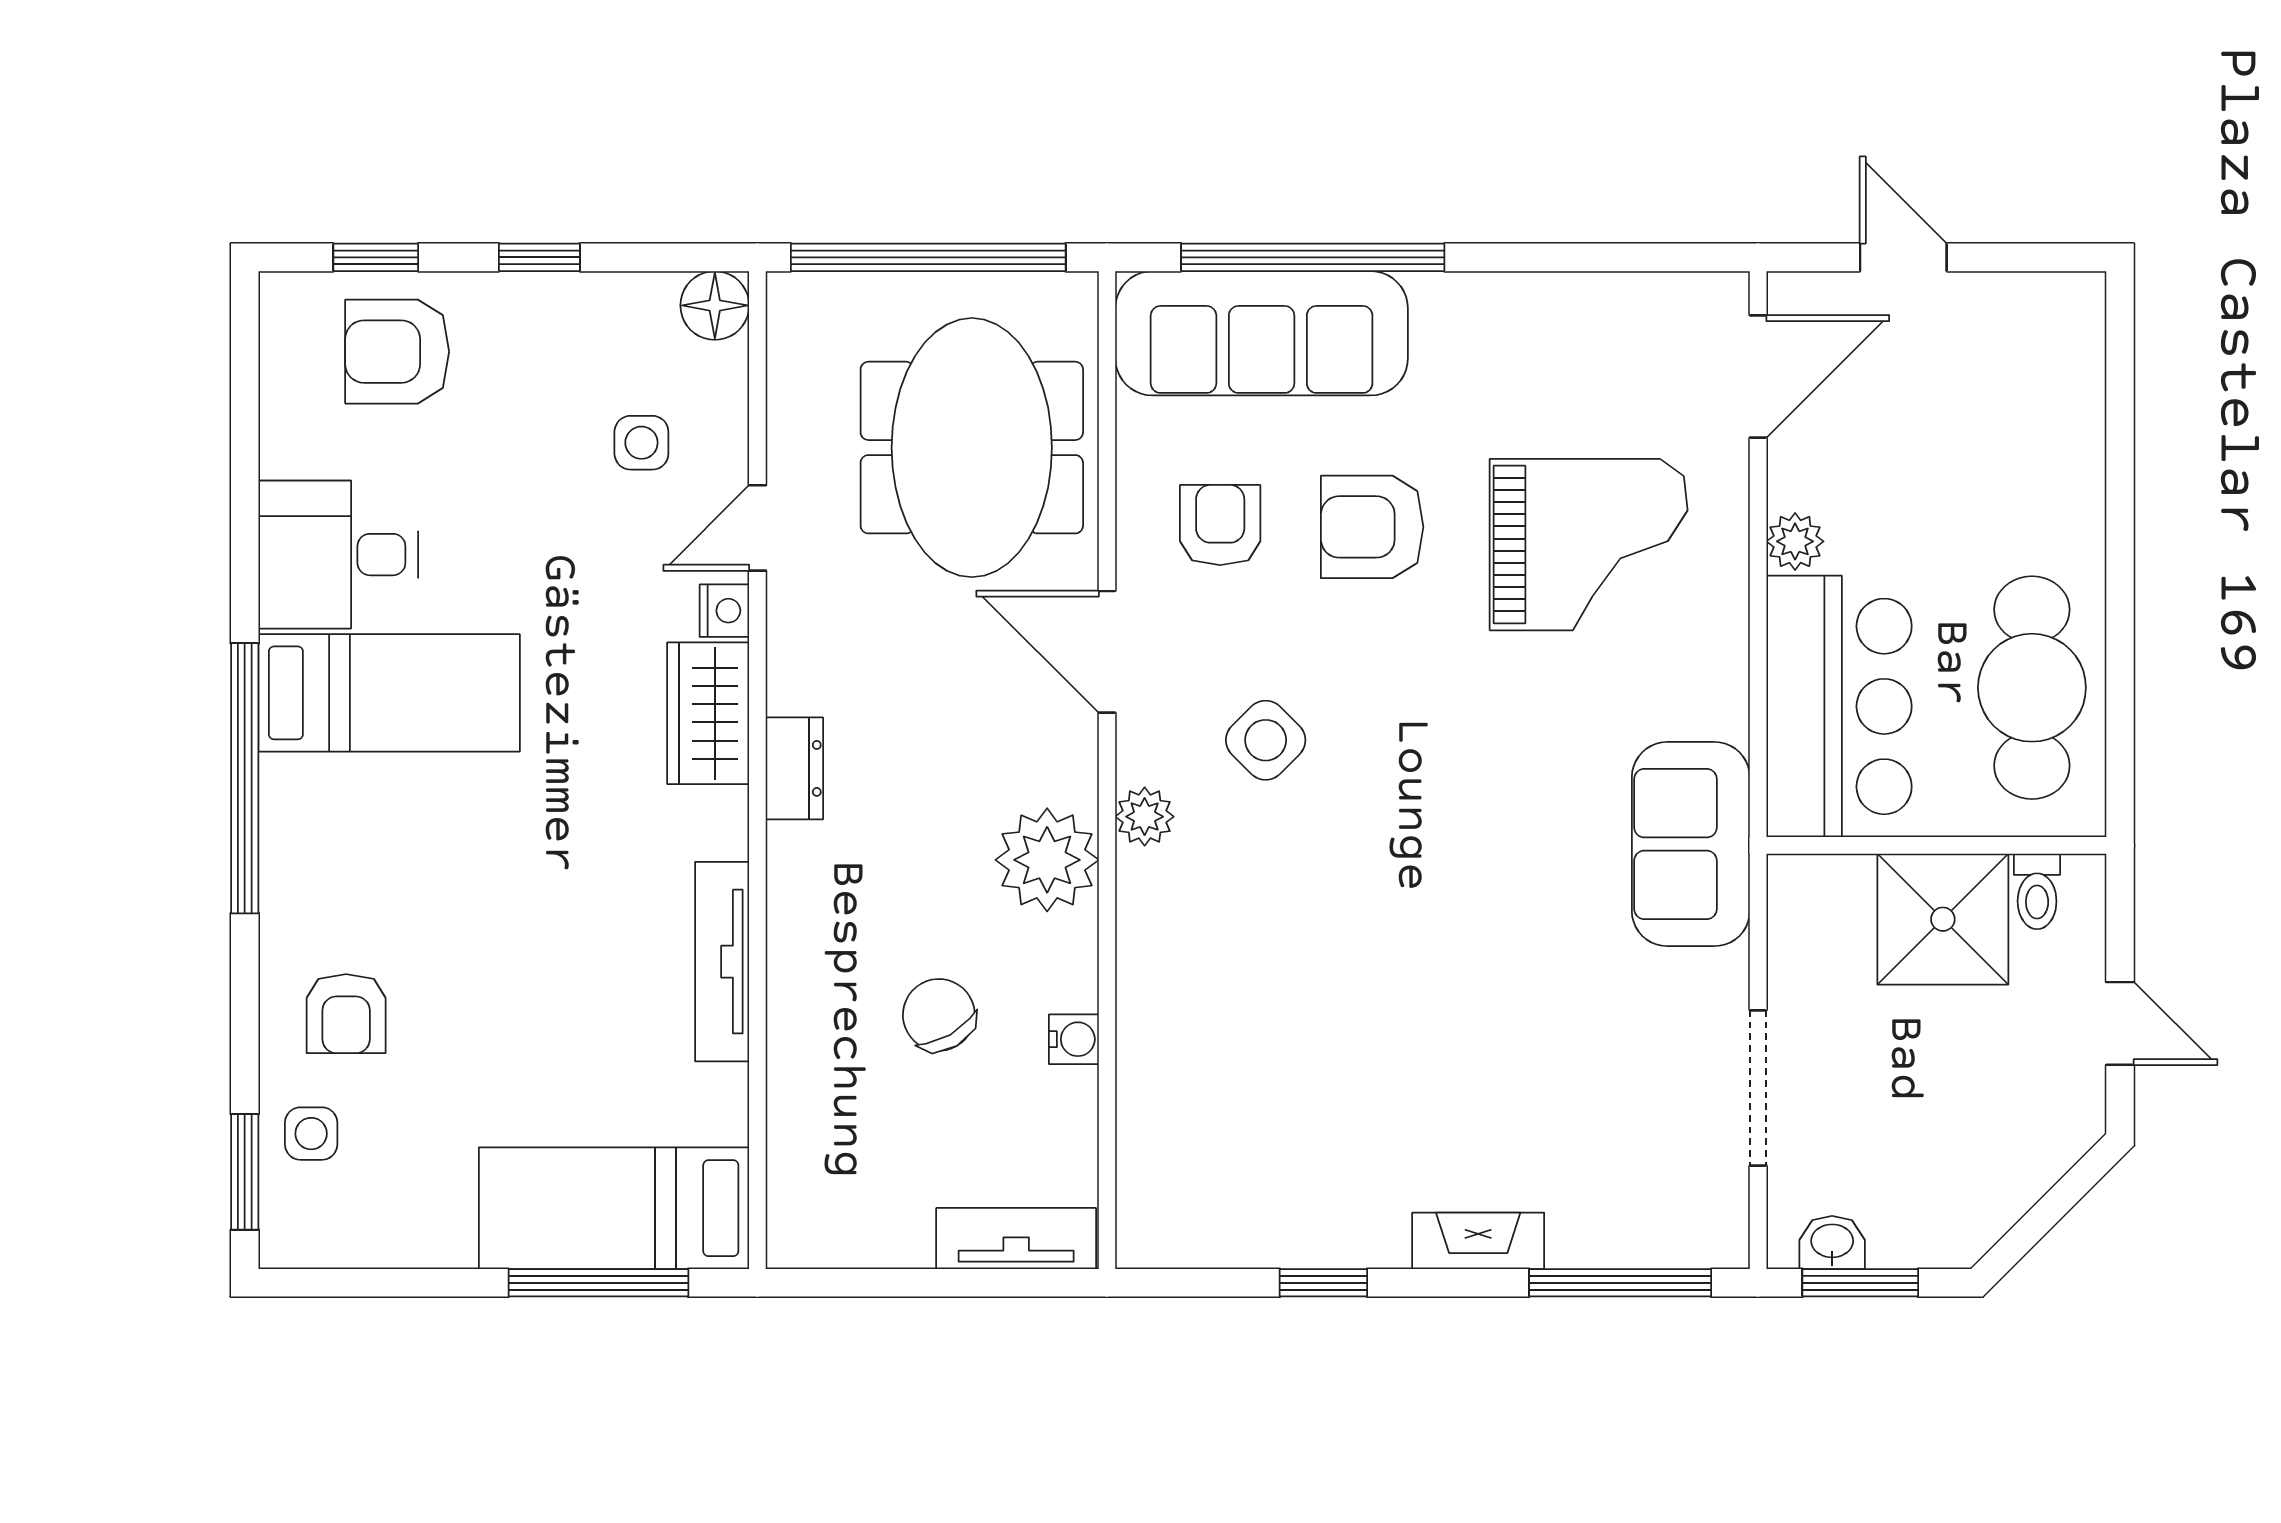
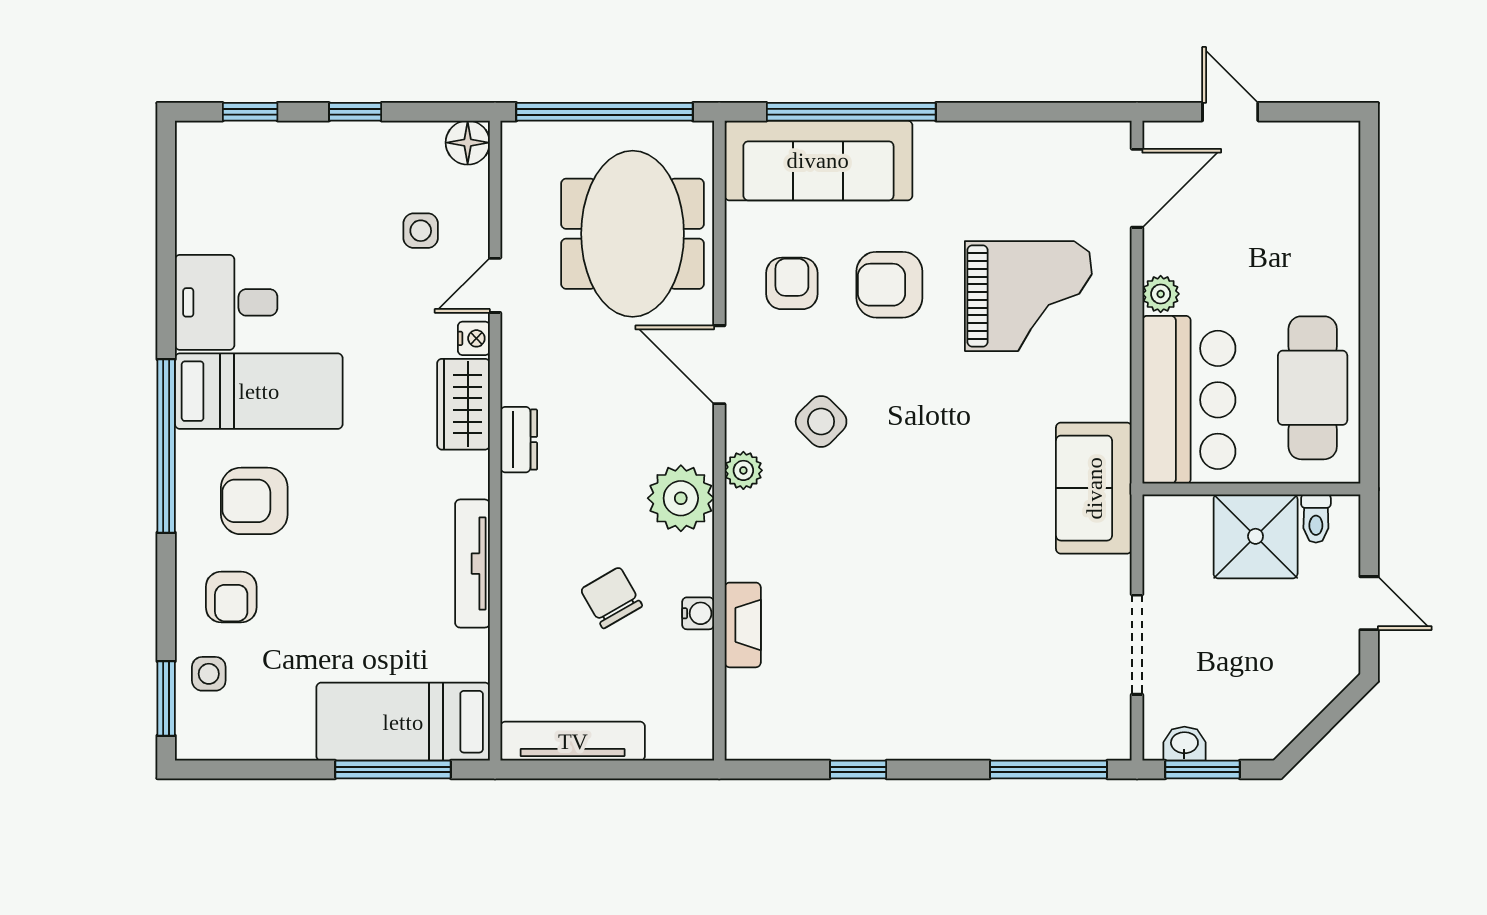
armchair: (397, 352) -> (254, 501), moved
tv unit: (1016, 1239) -> (573, 741), moved, width x1.41
fireplace: (1478, 1241) -> (743, 625), moved, turned 90

